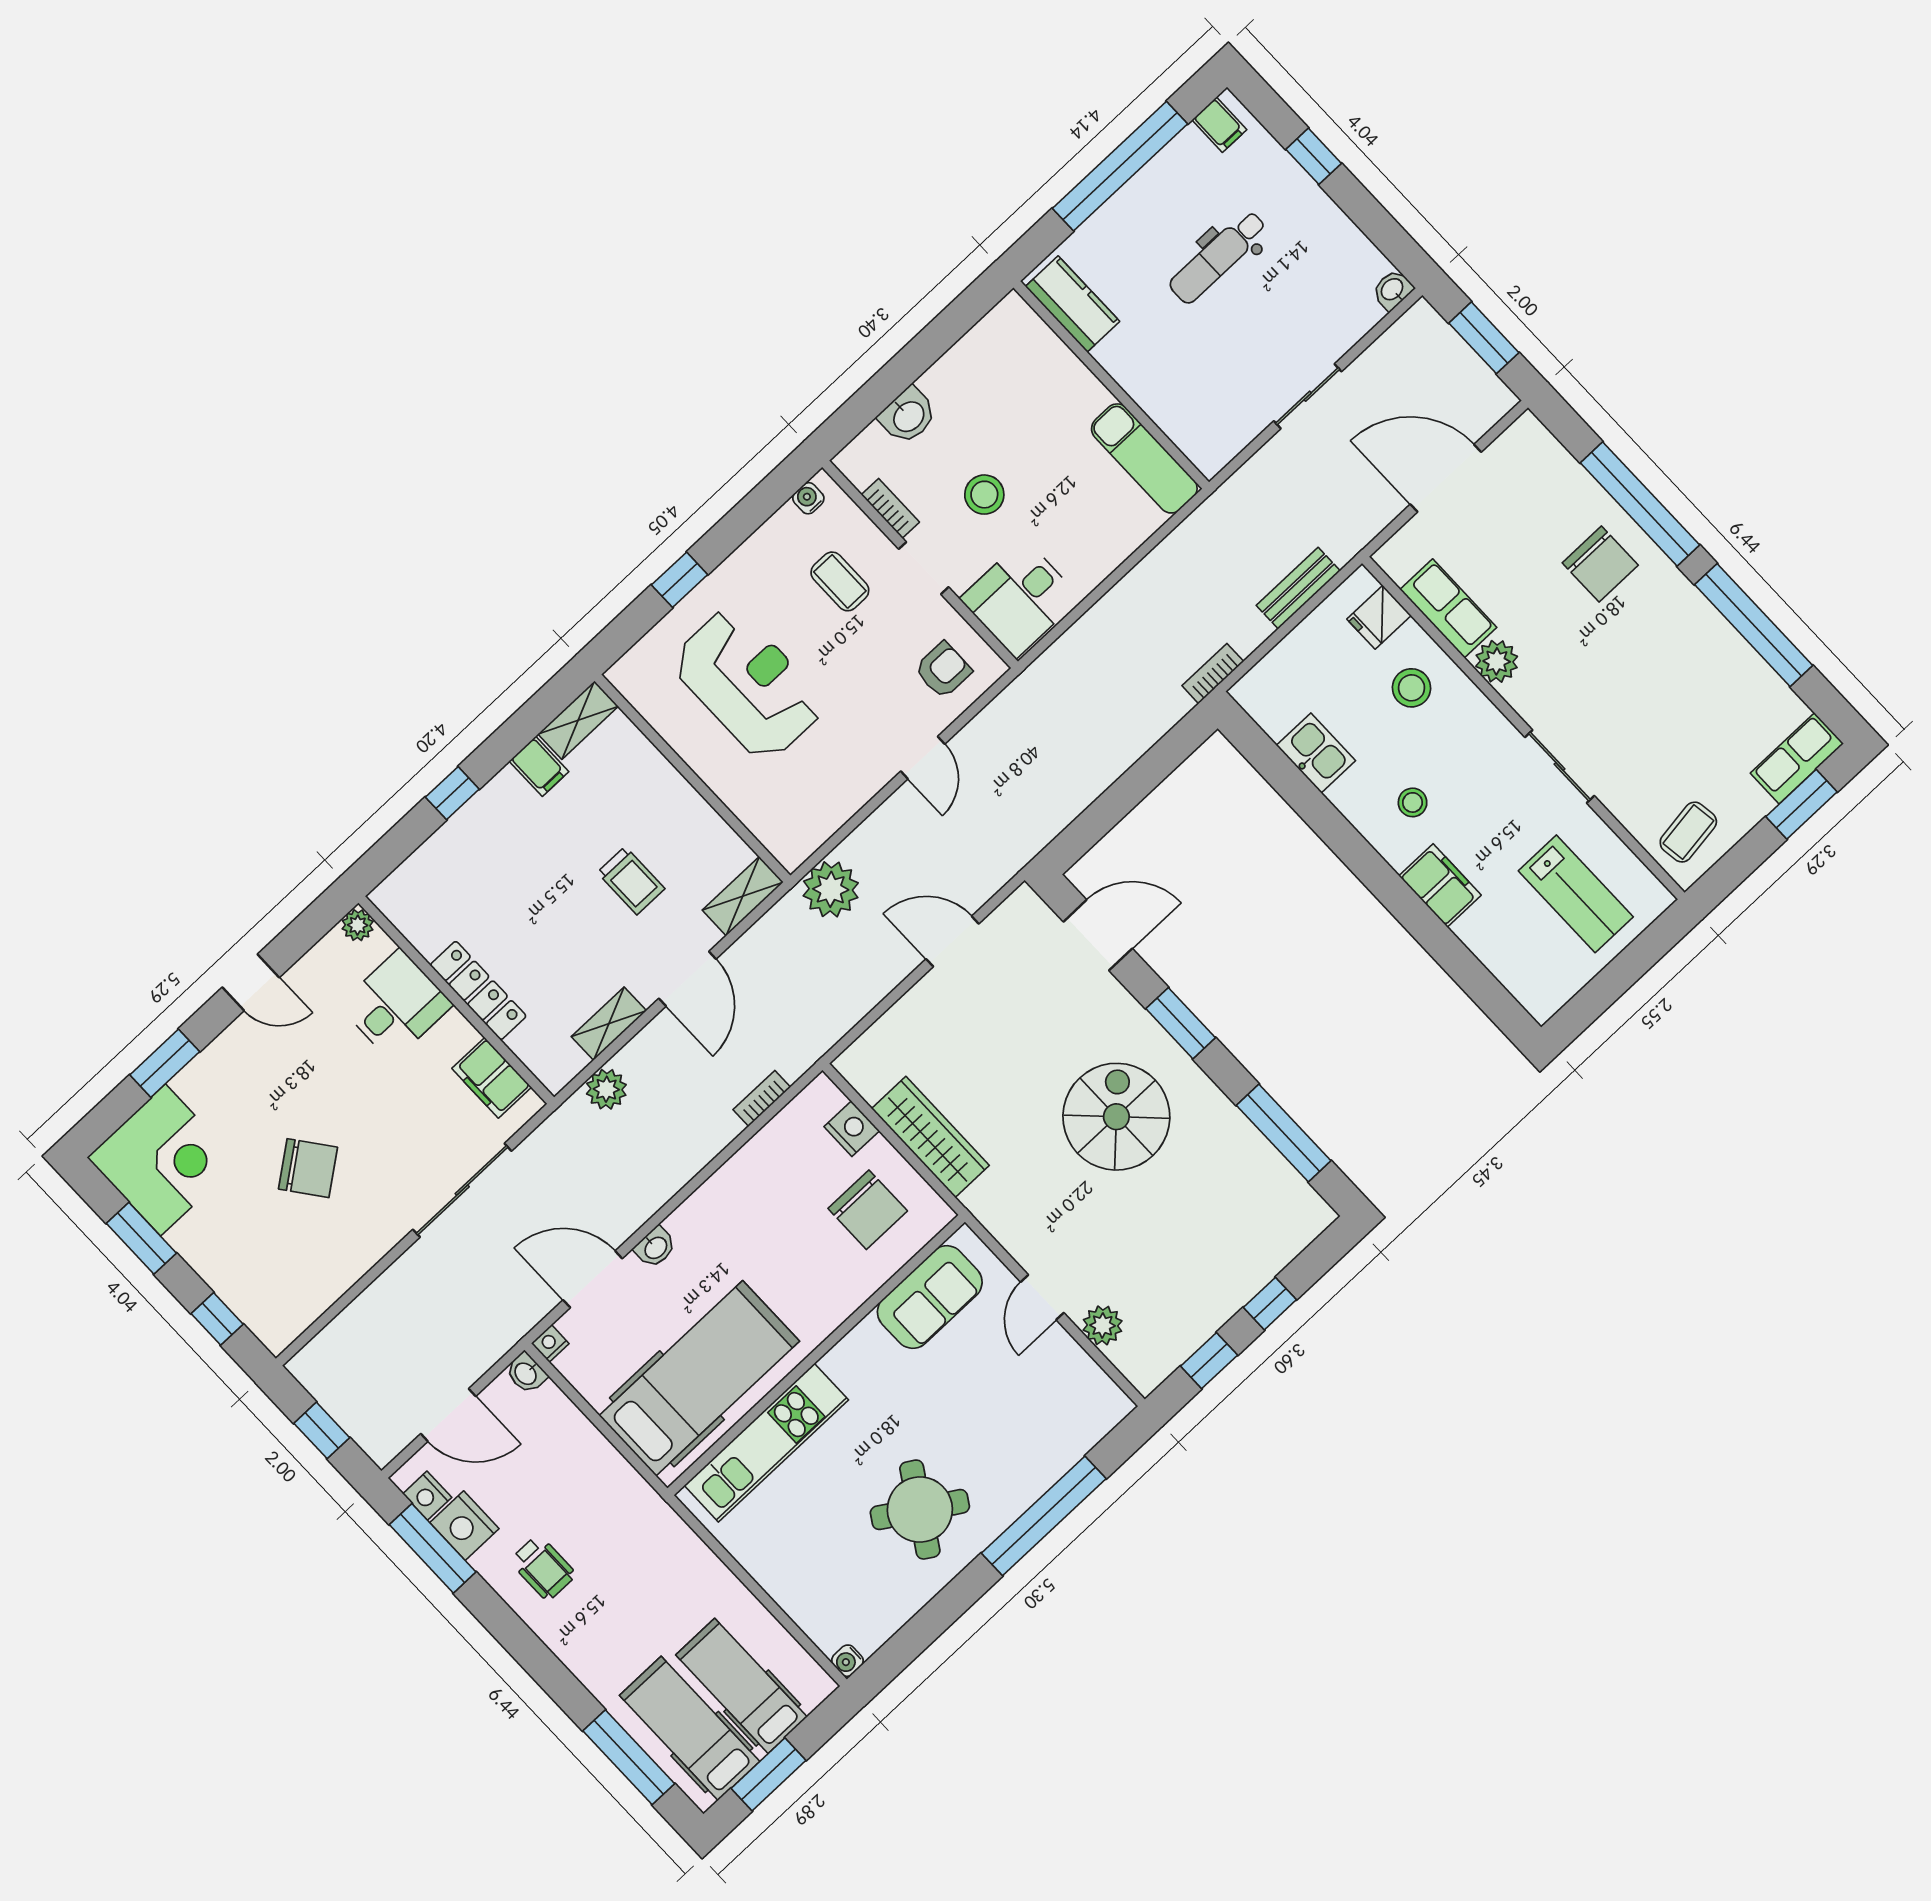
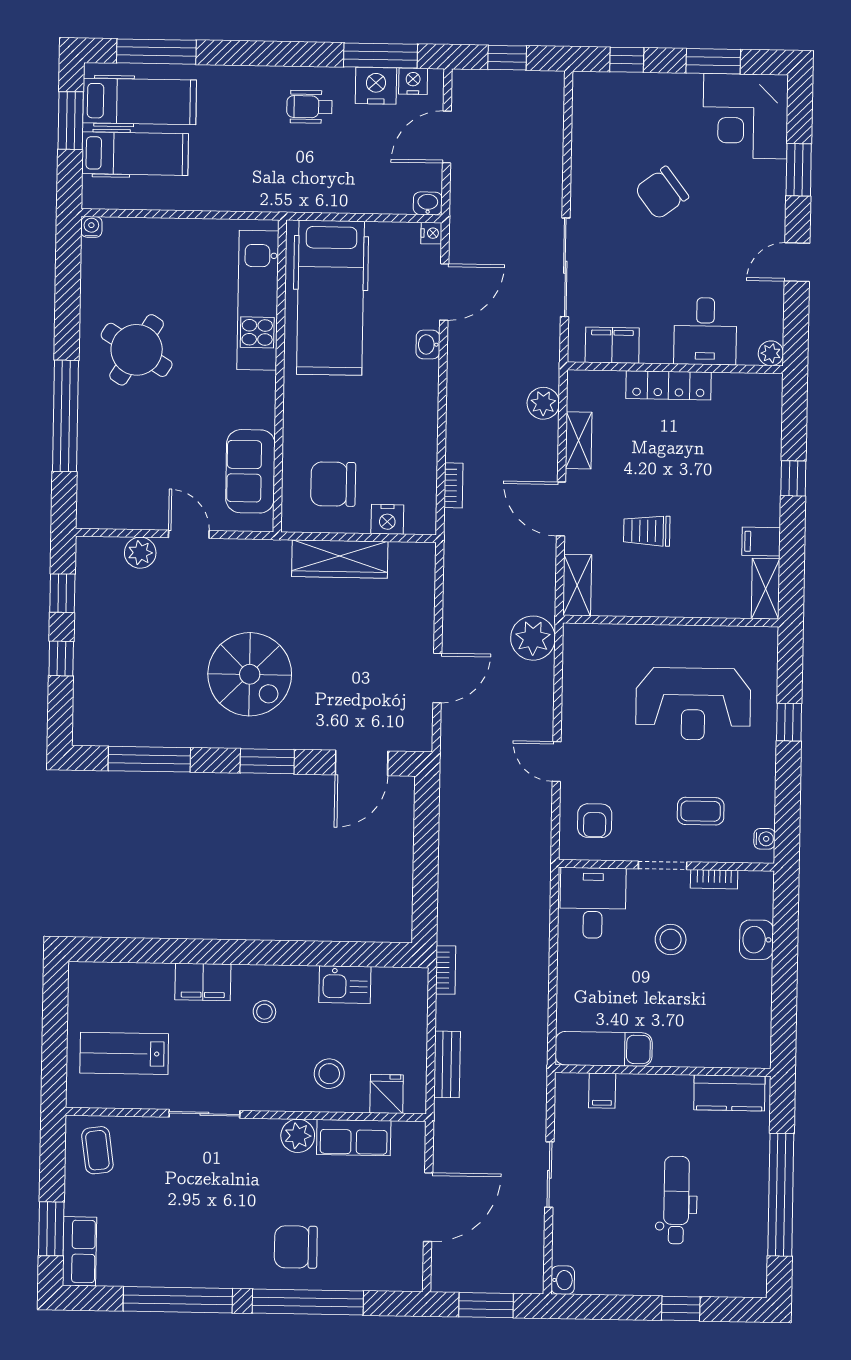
filing cabinet: (1219, 125) -> (602, 1091), moved, turned -90

